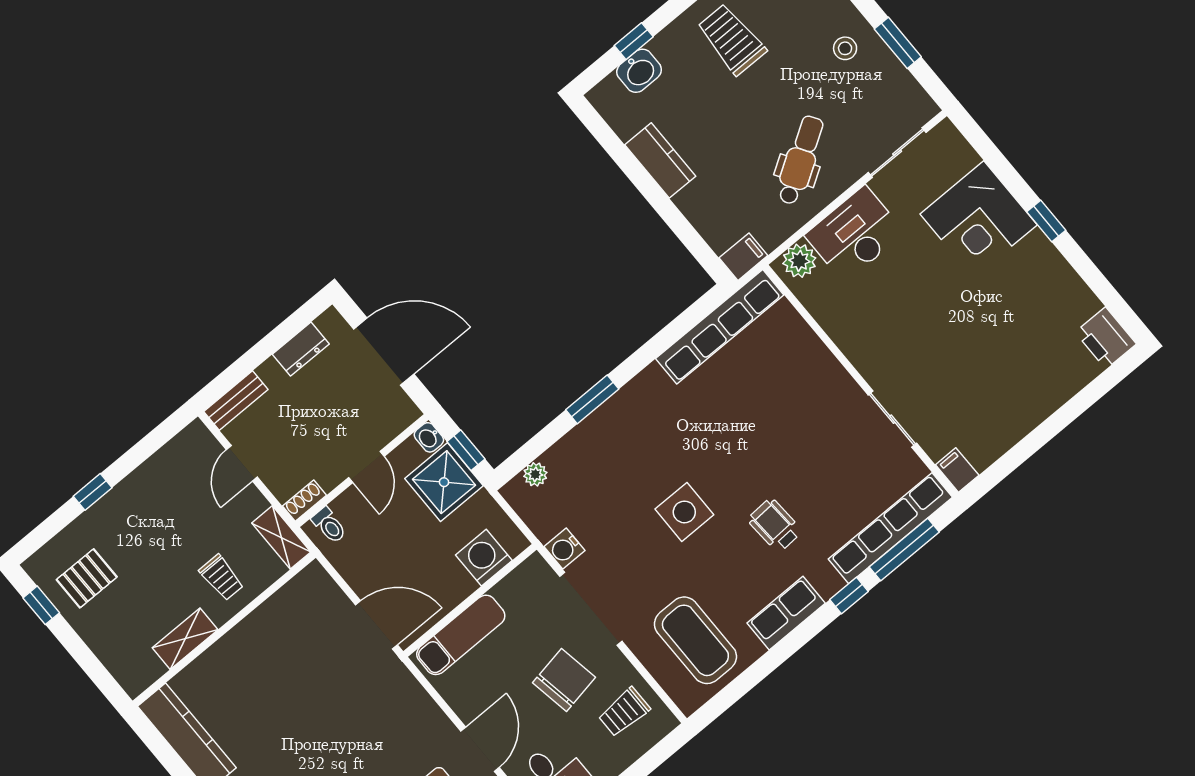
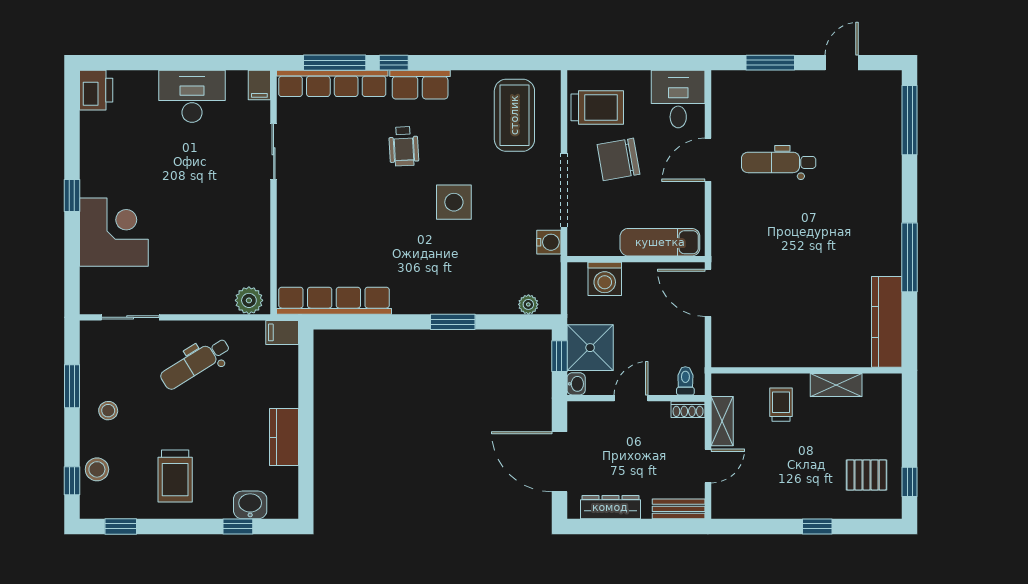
desk: (855, 234) -> (192, 96), moved, turned 180
dresser: (301, 349) -> (610, 507), width x1.44
shelving: (281, 537) -> (722, 421), moved
row of seats: (786, 613) -> (420, 85), moved
trolley: (624, 712) -> (597, 107), width x1.36, depth x1.39

